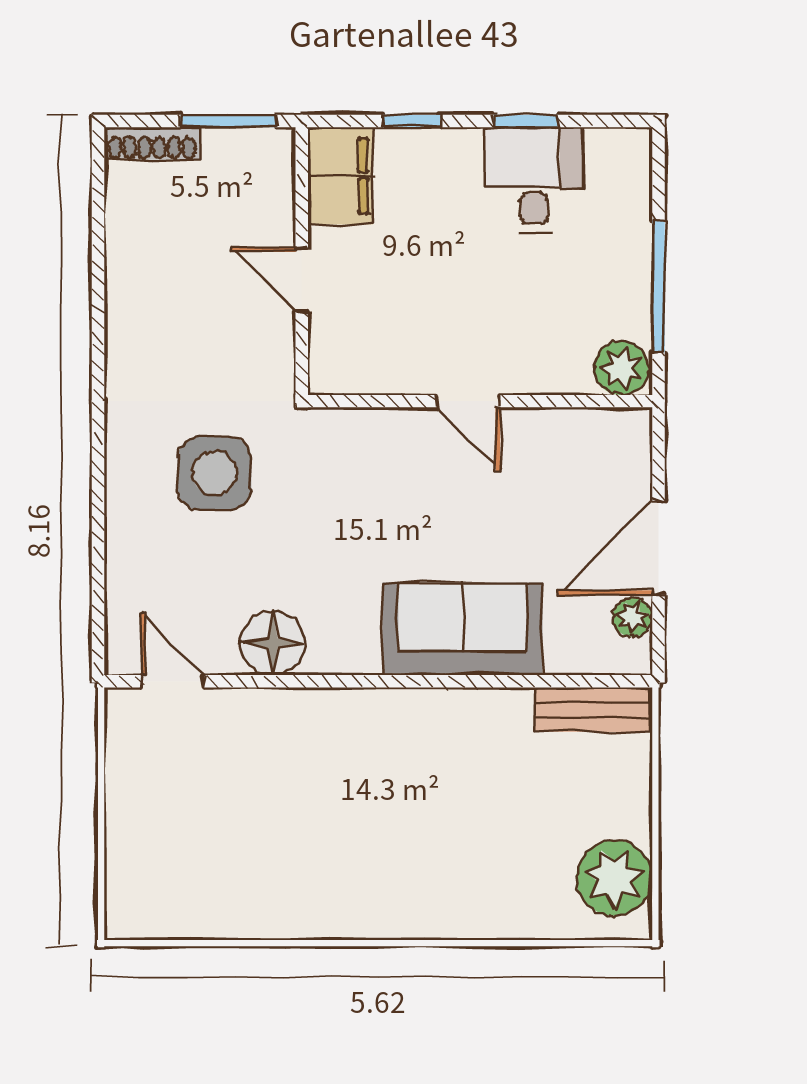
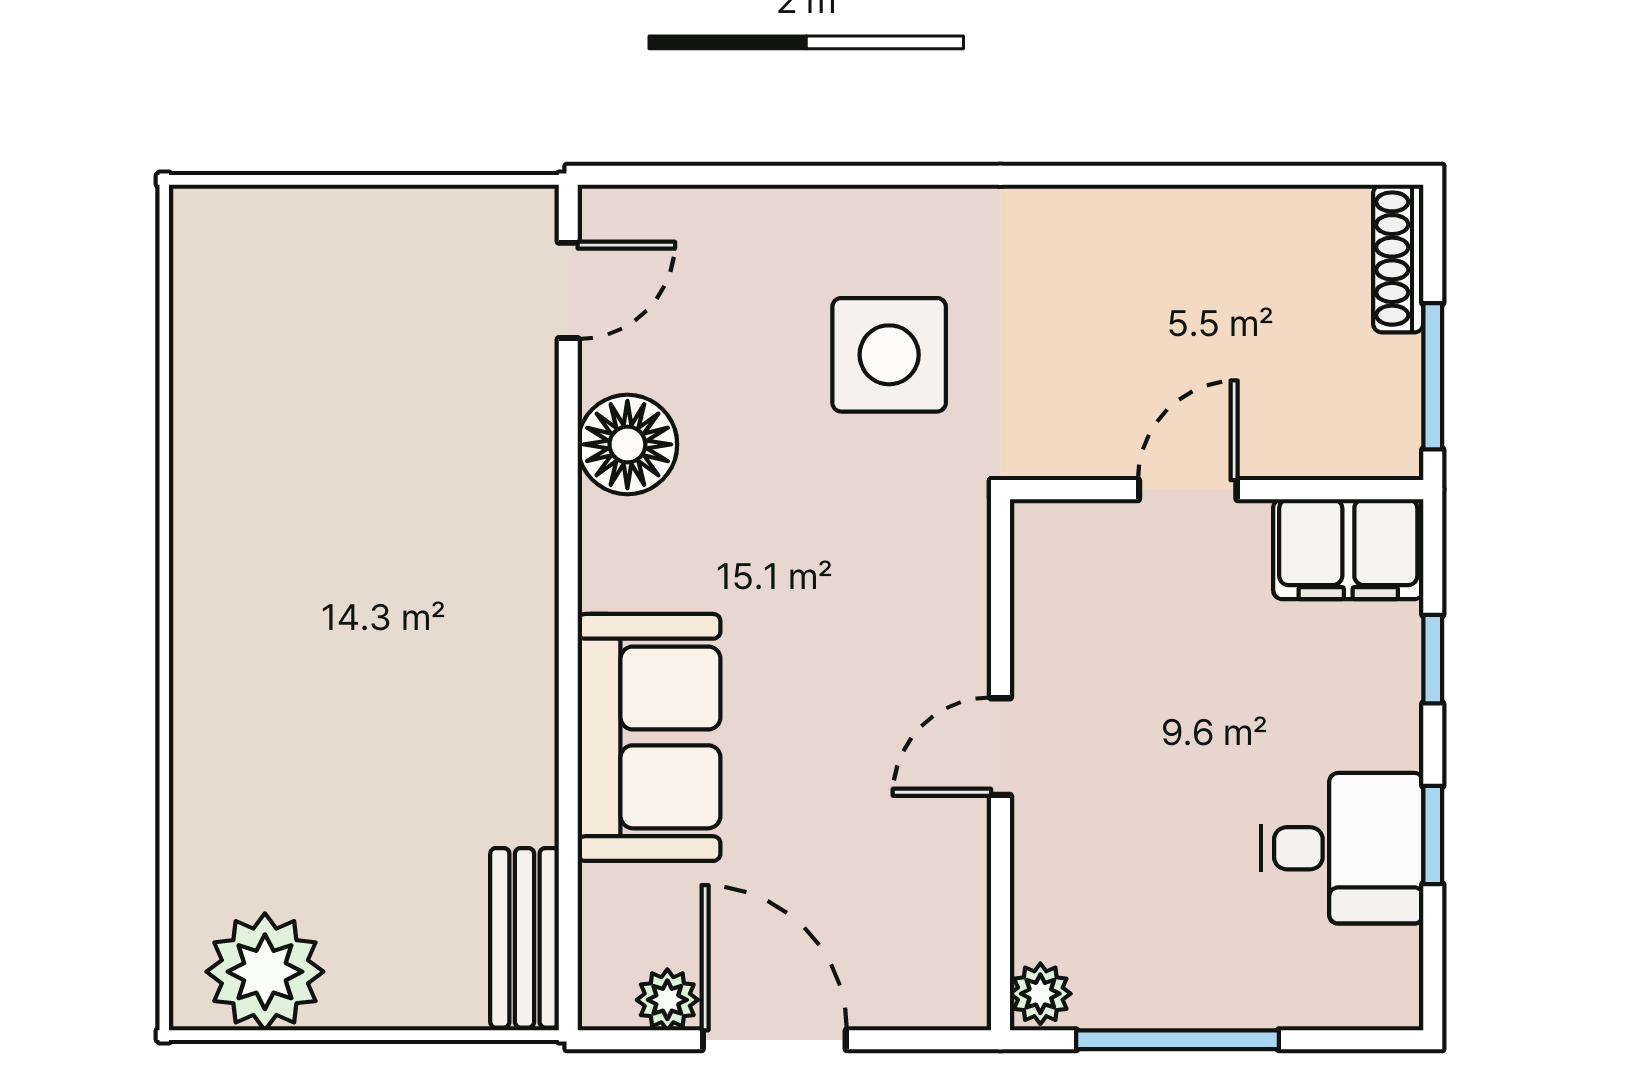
plant: (621, 368) -> (1040, 994), width x0.73, depth x0.73

